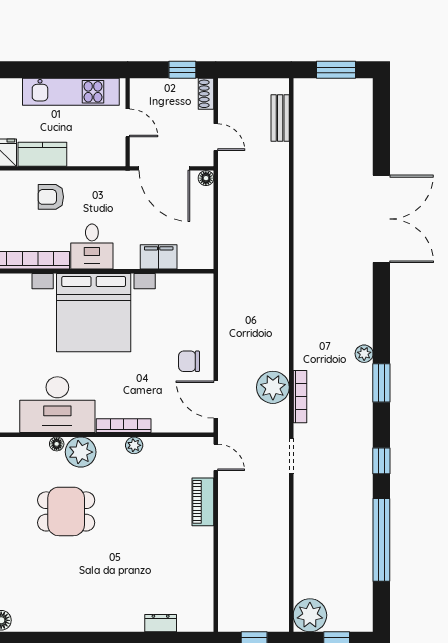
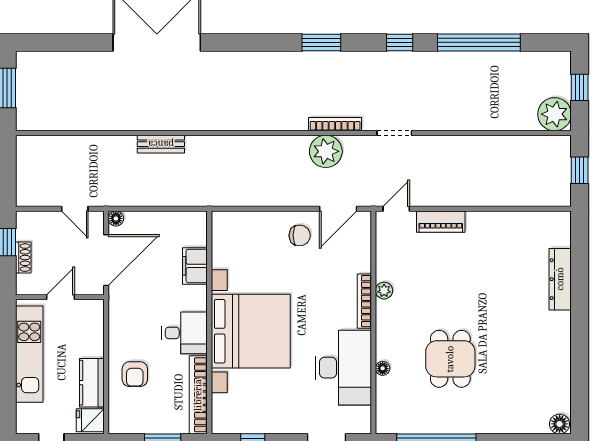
shoe rack: (206, 94) -> (23, 258), moved, turned -90
bench: (280, 118) -> (161, 144), moved
door: (216, 137) -> (75, 209), swing flipped
plant: (364, 354) -> (292, 60), removed
chair: (189, 361) -> (300, 235), turned -90
plant: (81, 452) -> (391, 344), removed
dresser: (161, 623) -> (560, 279), width x1.96, depth x1.24

